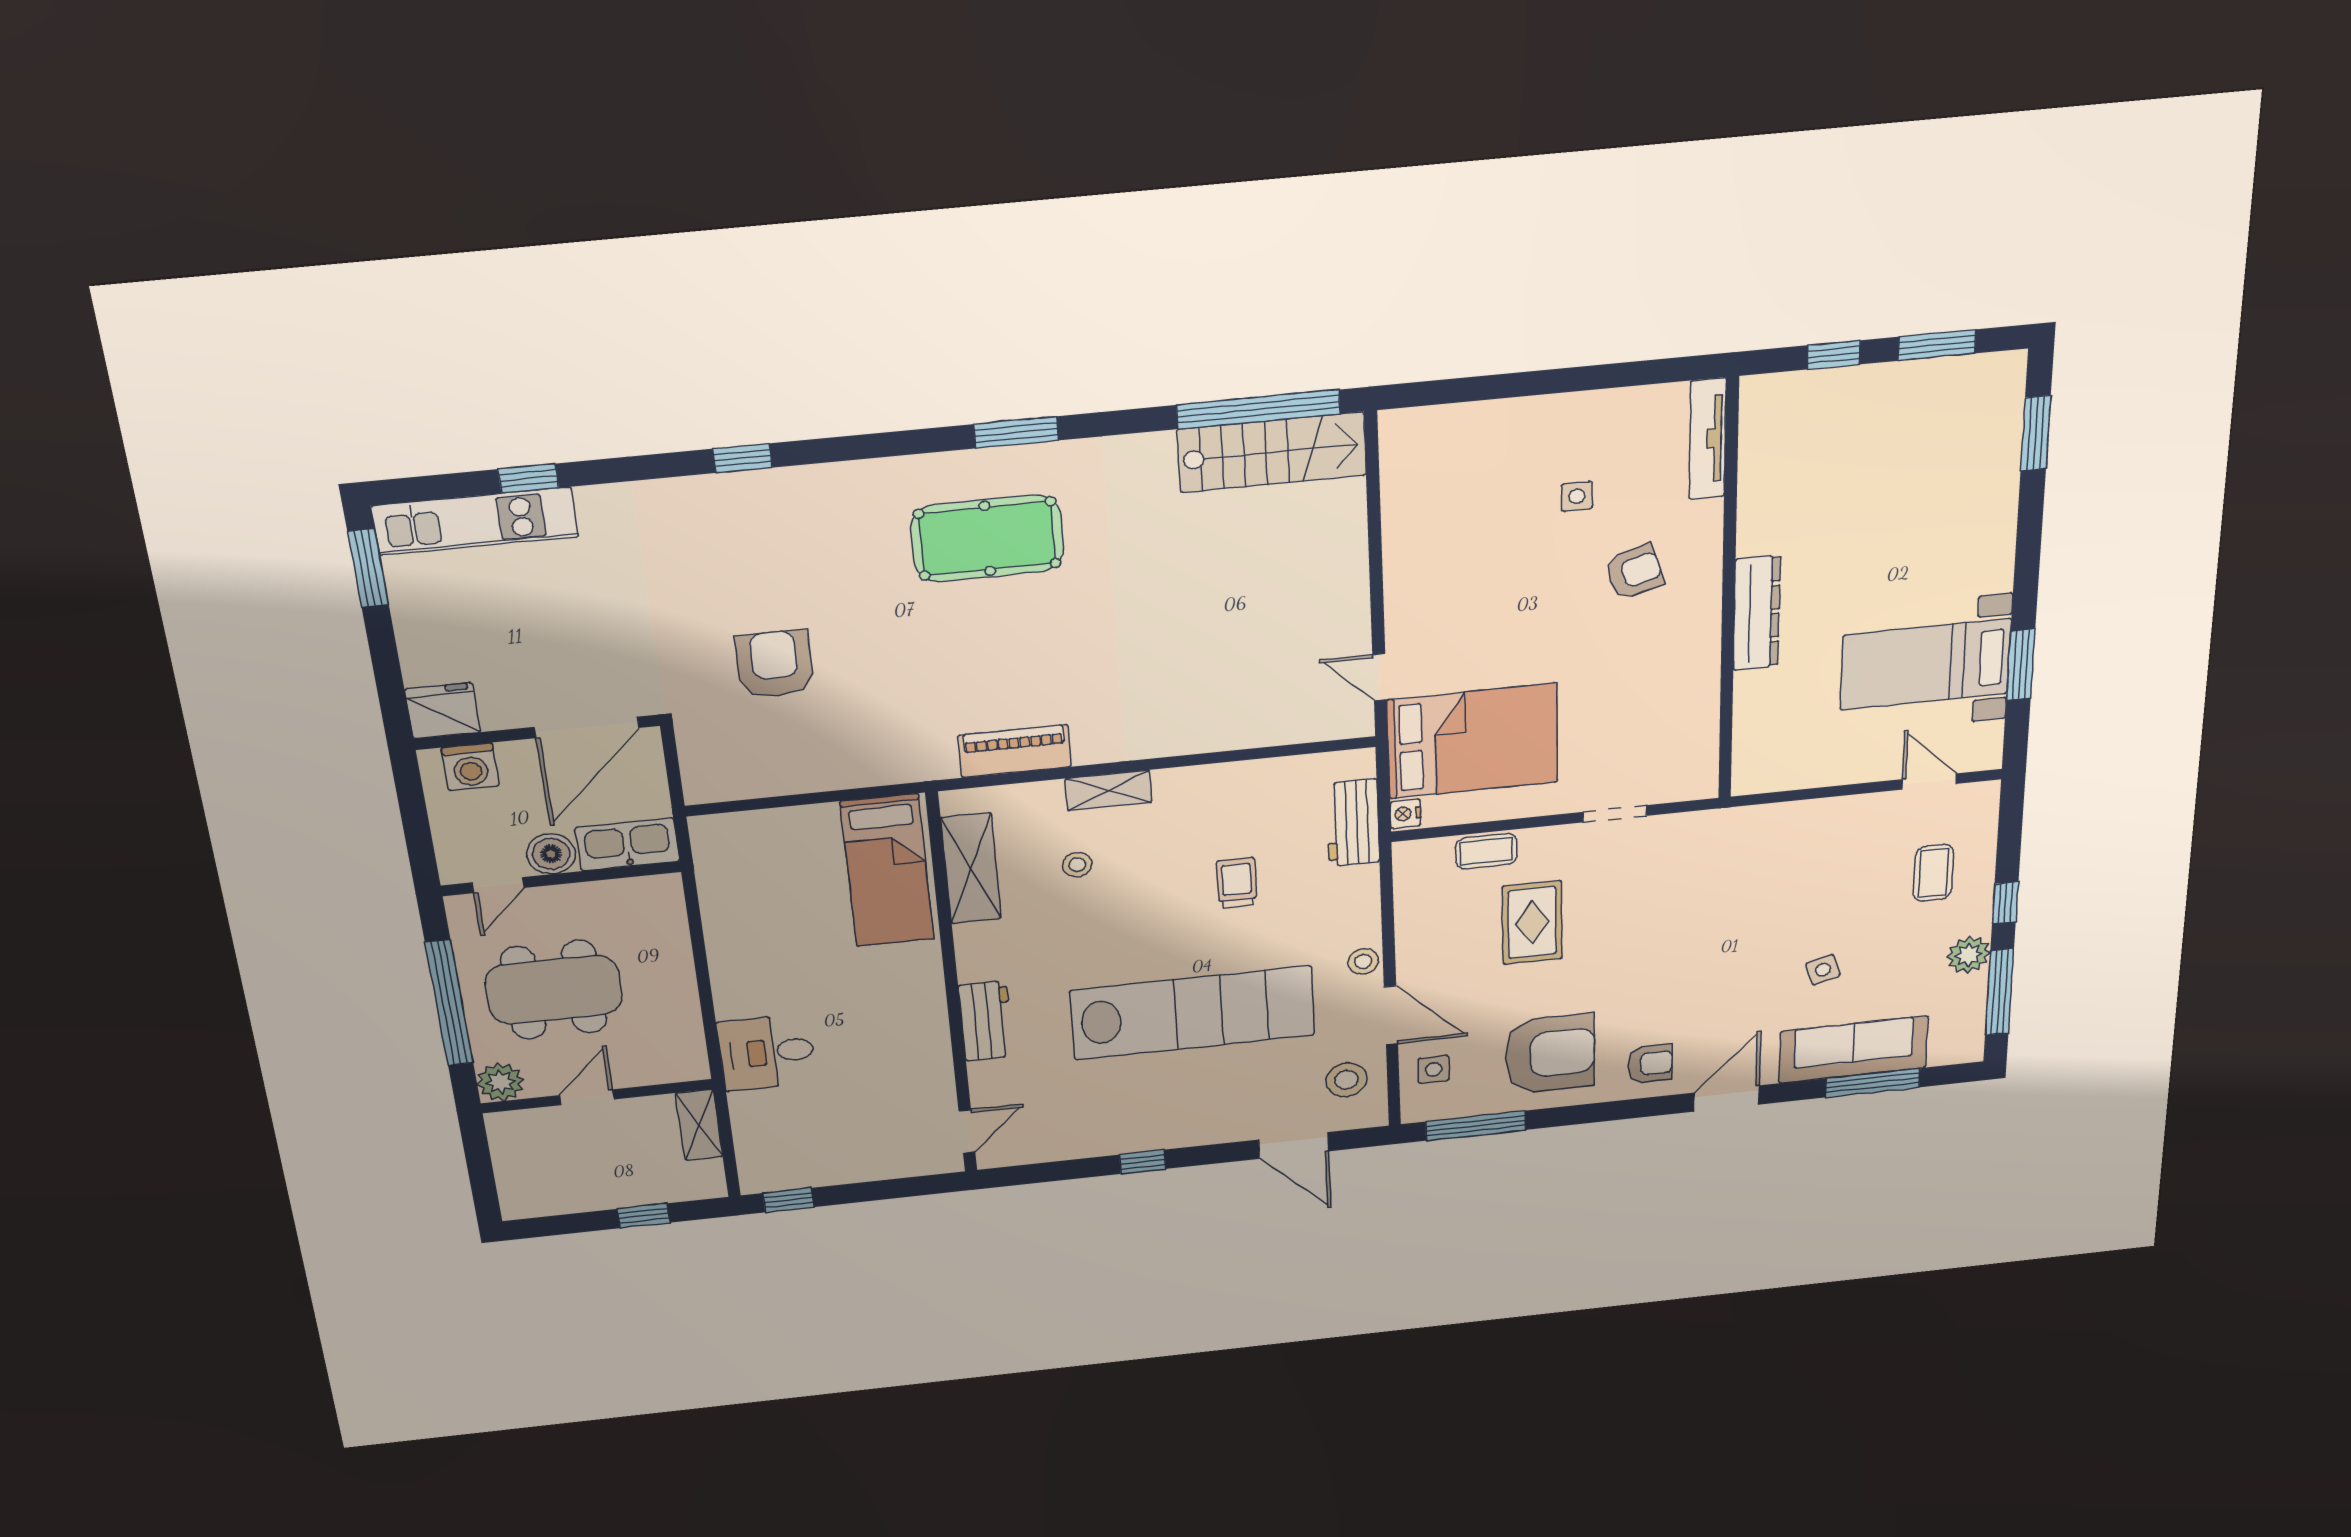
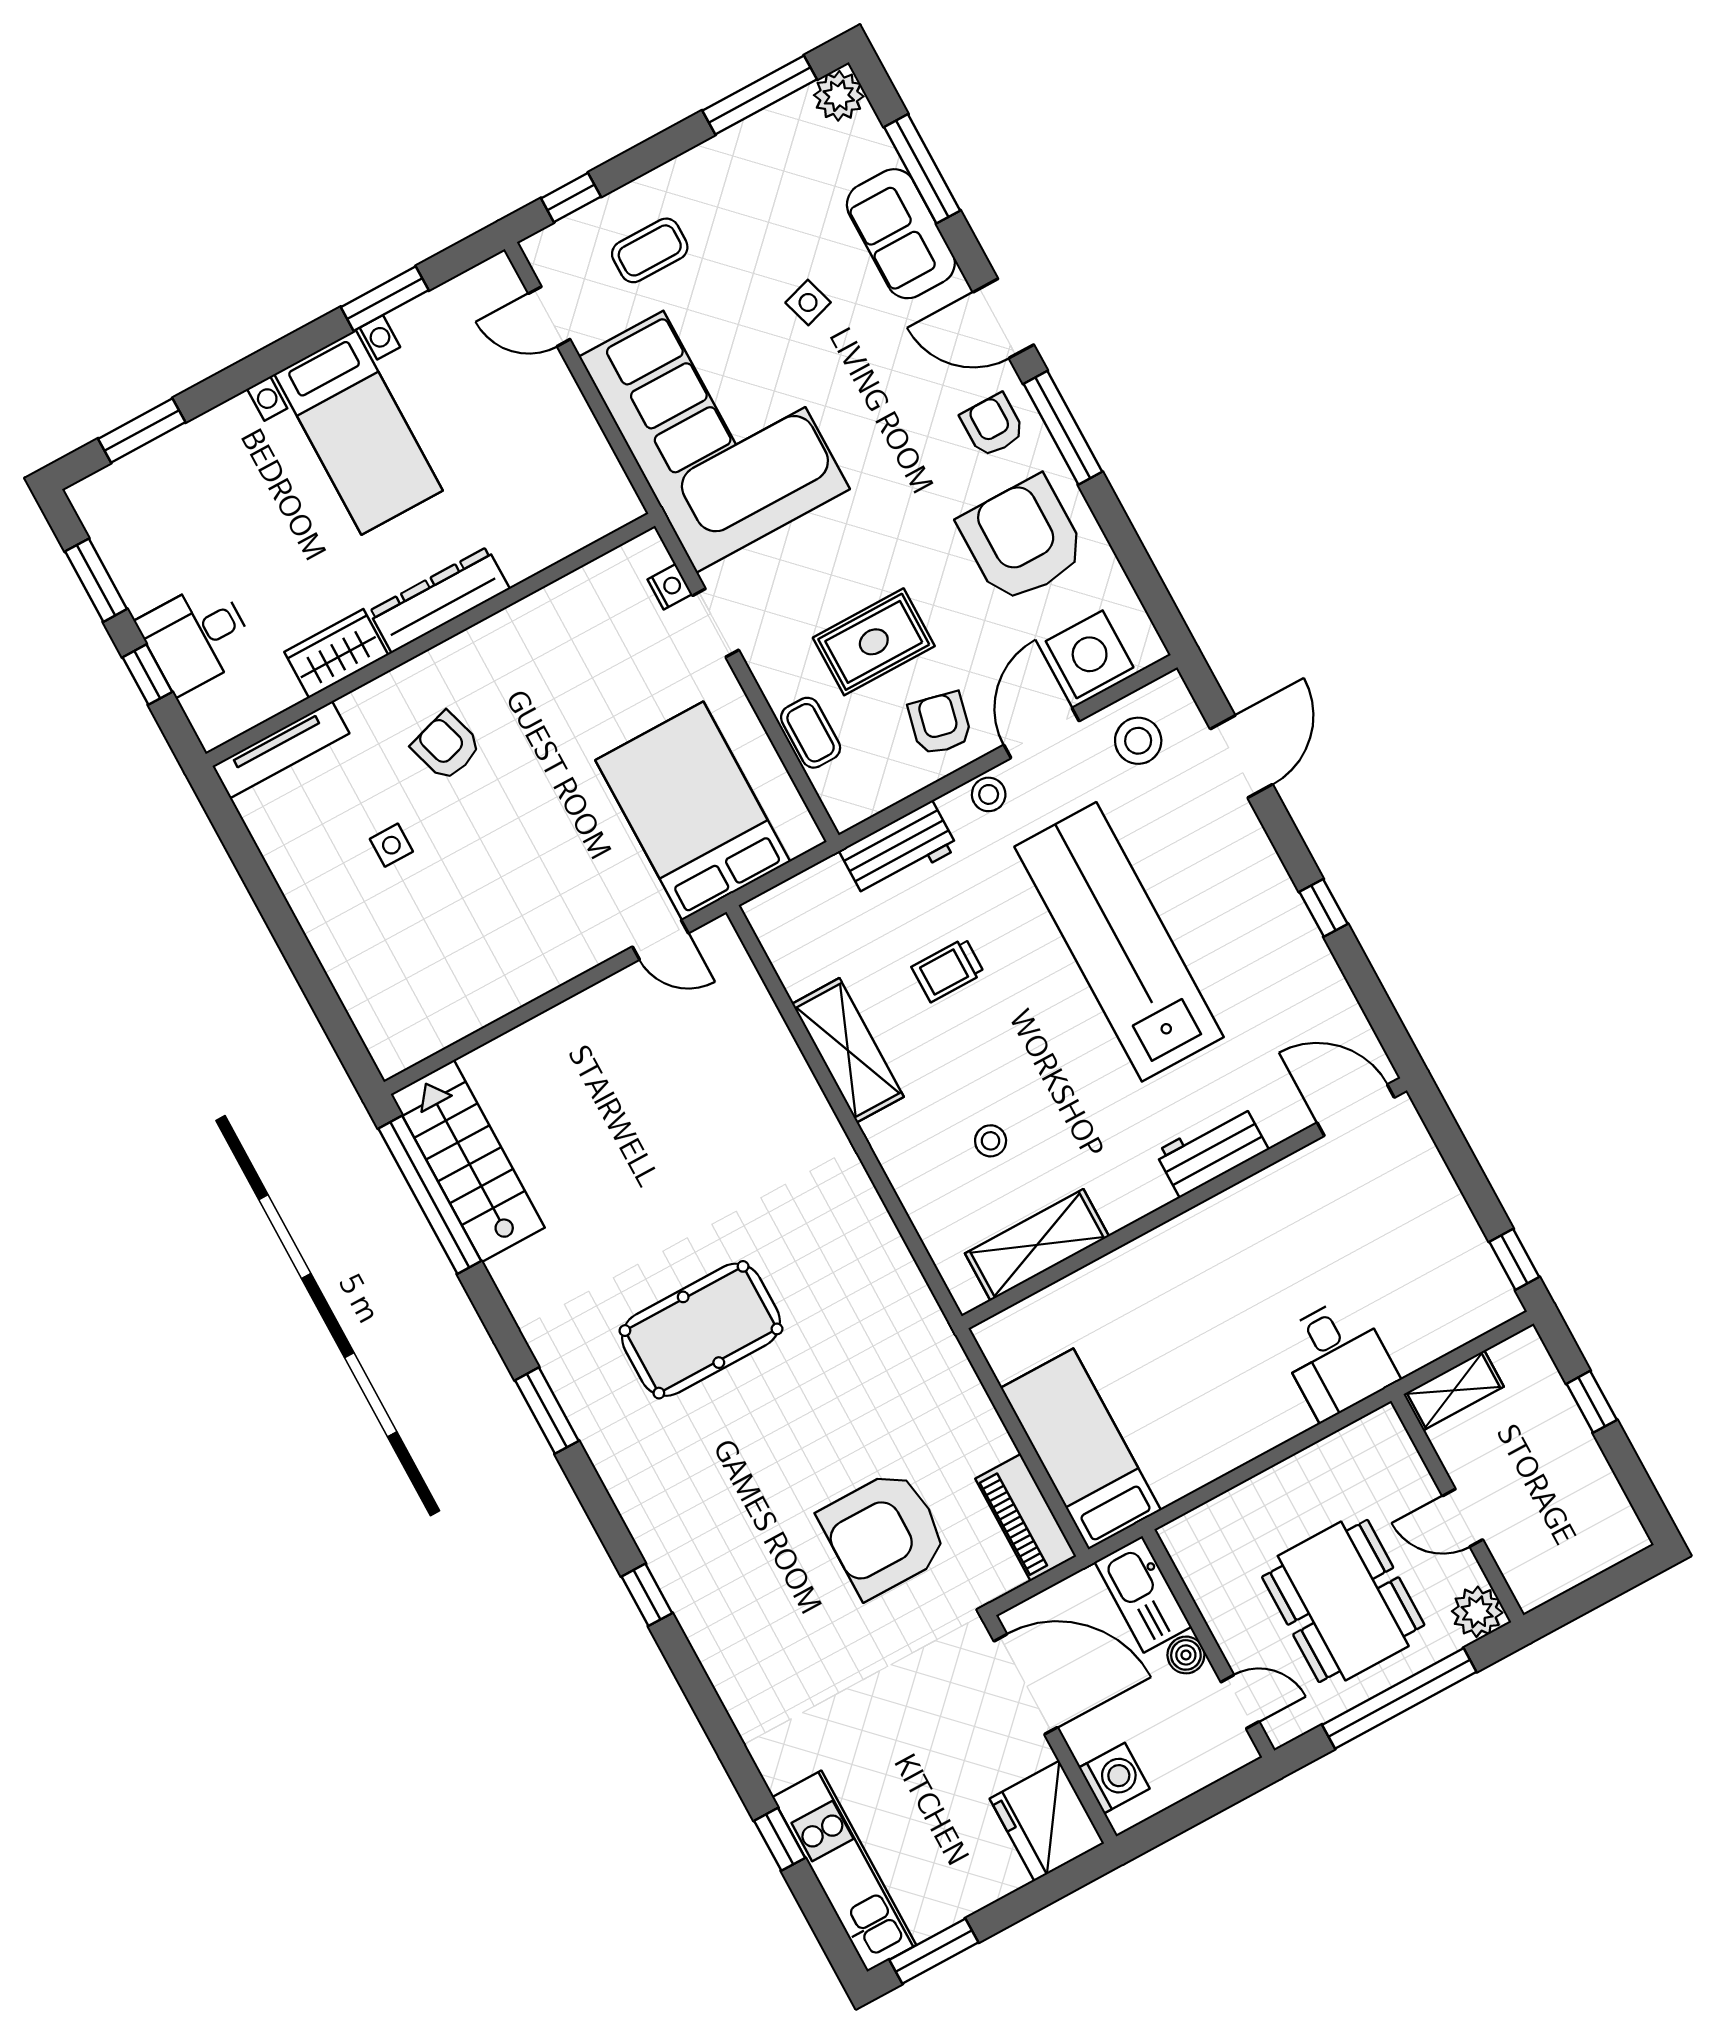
desk: (1841, 408) -> (196, 637), added
window: (743, 458) -> (647, 1595), moved
wardrobe: (1761, 515) -> (336, 653), added
pool table: (987, 539) -> (701, 1330), moved, turned 90
armchair: (774, 664) -> (884, 1534), width x1.36, depth x1.36
bed with nightstands: (1926, 664) -> (359, 432), moved
door: (1380, 677) -> (660, 940), hinge flipped
fridge: (443, 711) -> (1047, 1821), width x1.36, depth x1.34
piano: (1015, 751) -> (1026, 1517), moved
door: (1929, 781) -> (549, 316), hinge flipped
shelving: (1108, 790) -> (848, 1050), moved, width x1.50, depth x1.33
nightstand: (1405, 814) -> (670, 587), moved, turned -90
workbench: (1353, 823) -> (898, 850), moved
boiler: (551, 854) -> (1186, 1655), width x0.73, depth x0.73
corner sofa: (1772, 870) -> (714, 423), added
bed: (887, 871) -> (1081, 1449), moved, turned -90
window: (2005, 903) -> (571, 197), moved
armchair: (1440, 947) -> (940, 723), added
plant: (1969, 955) -> (839, 96), moved
sofa: (1853, 1050) -> (901, 234), width x0.73
side table: (1434, 1069) -> (1090, 654), width x1.87, depth x1.87
window: (1476, 1126) -> (1063, 428), moved
door: (967, 1131) -> (1356, 1110), width x1.38

